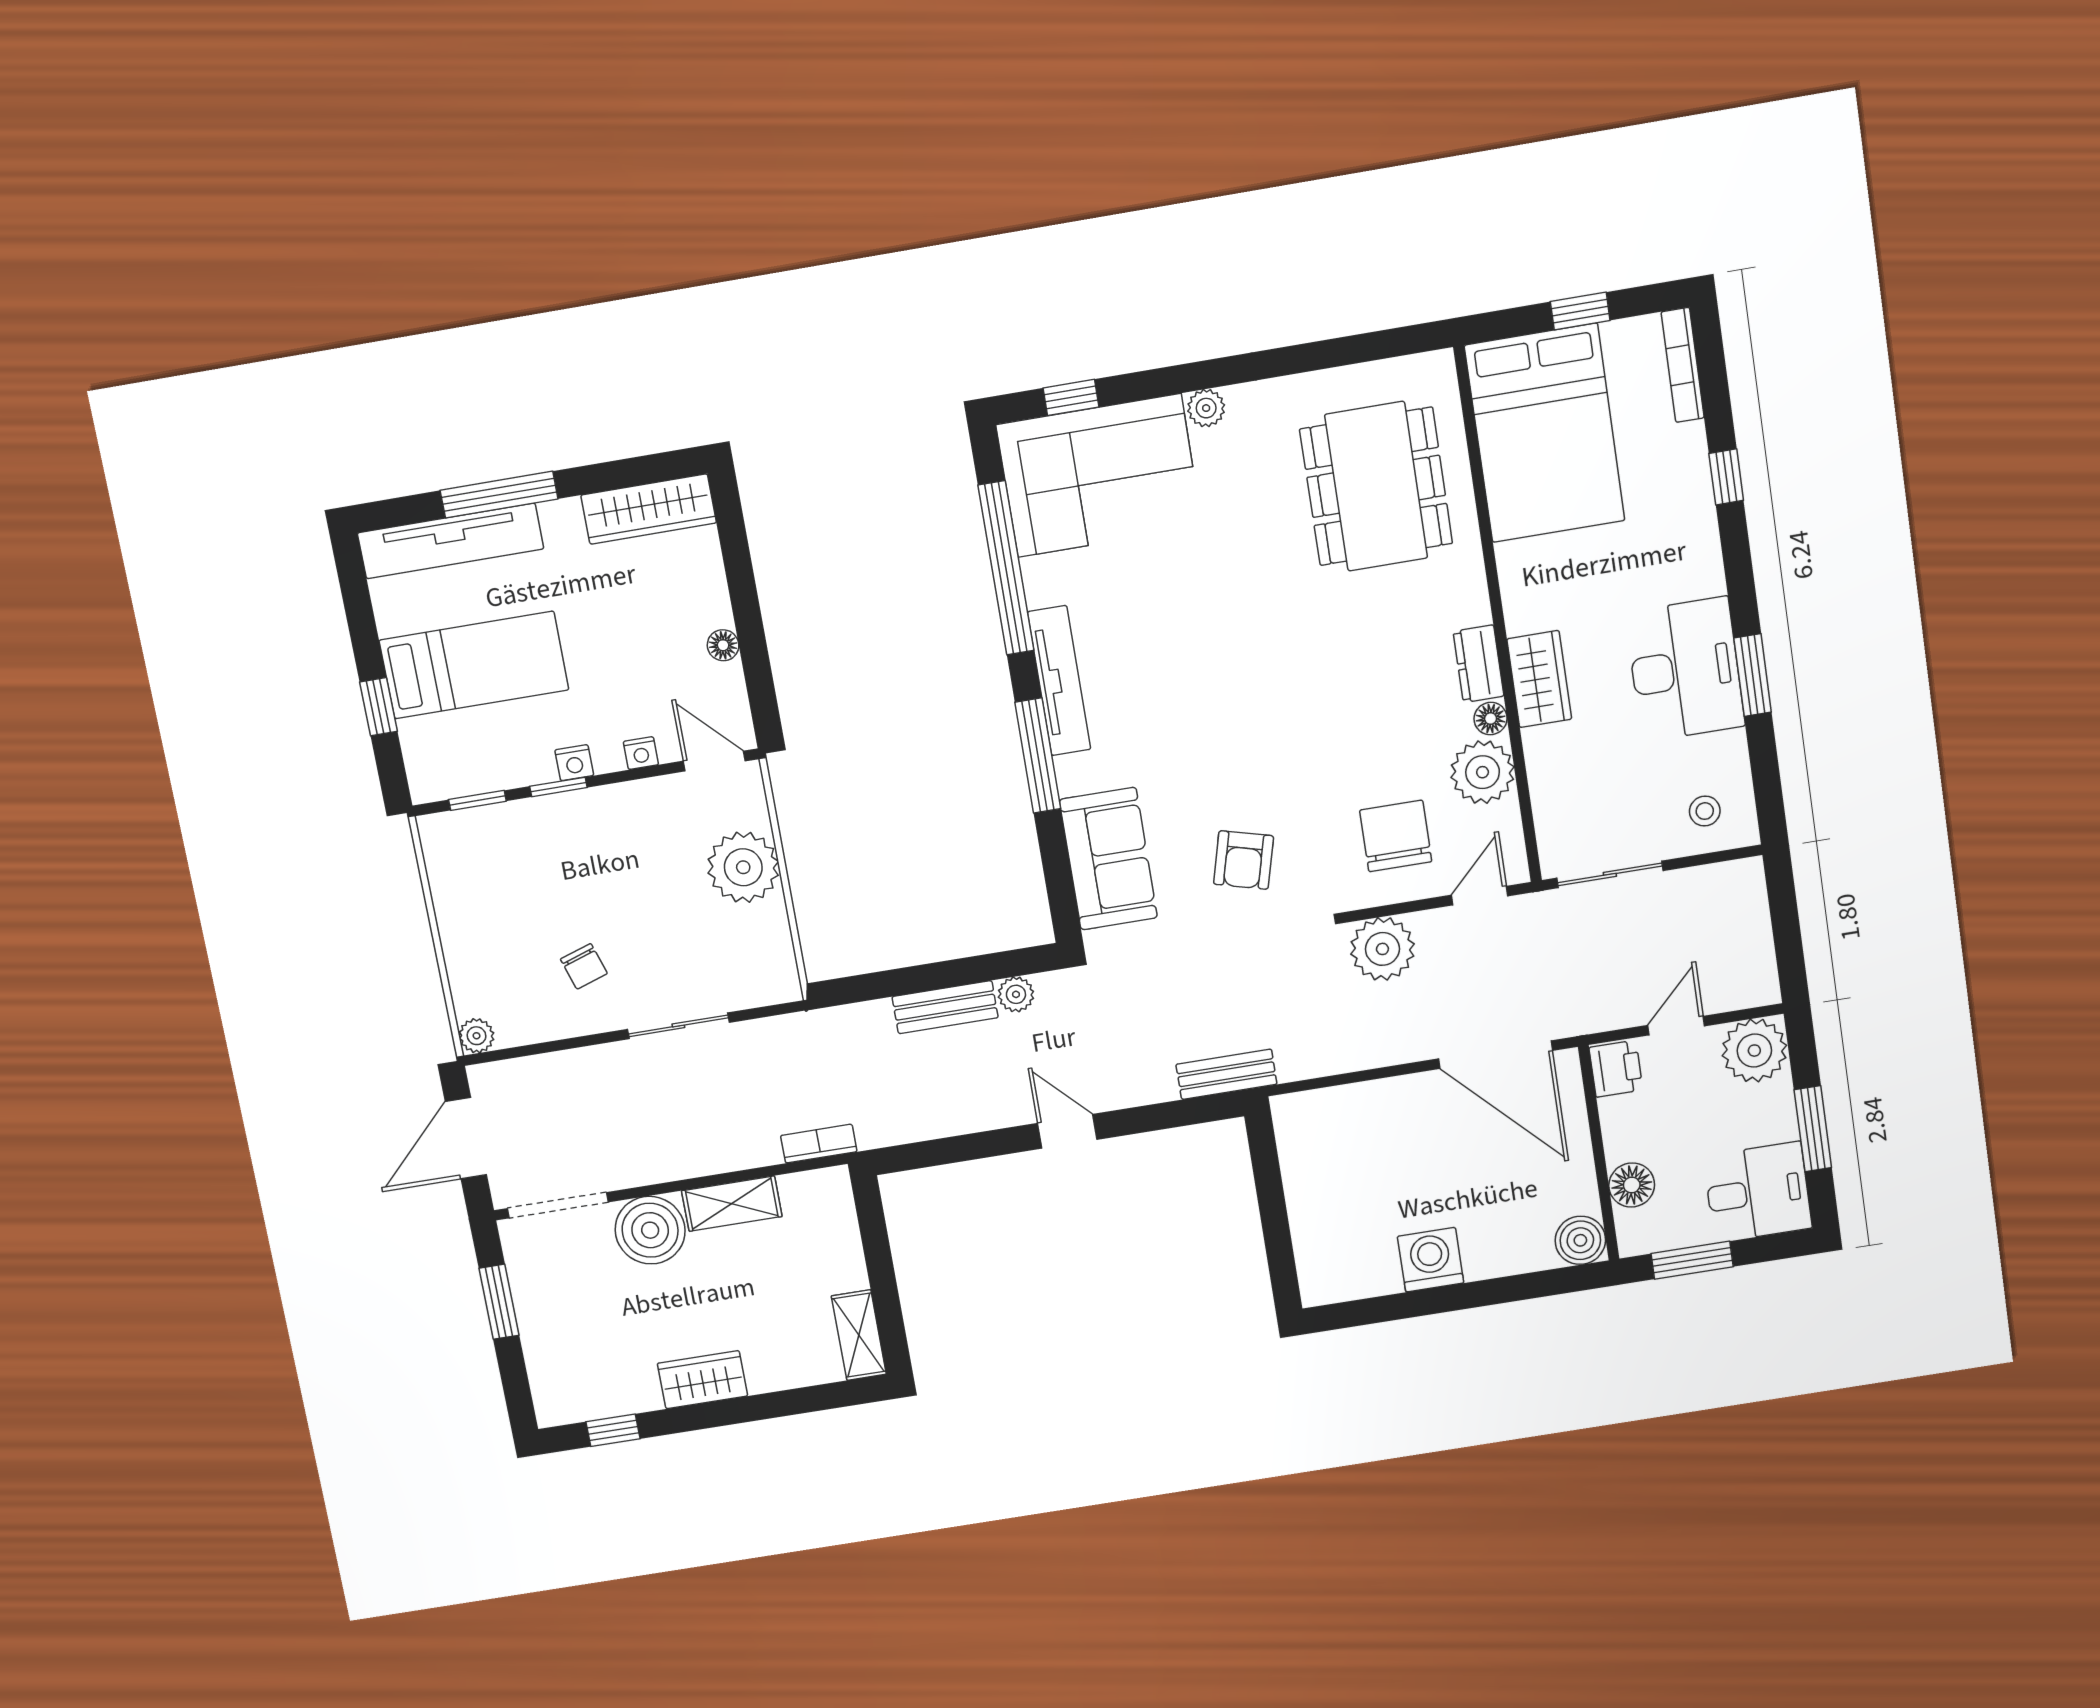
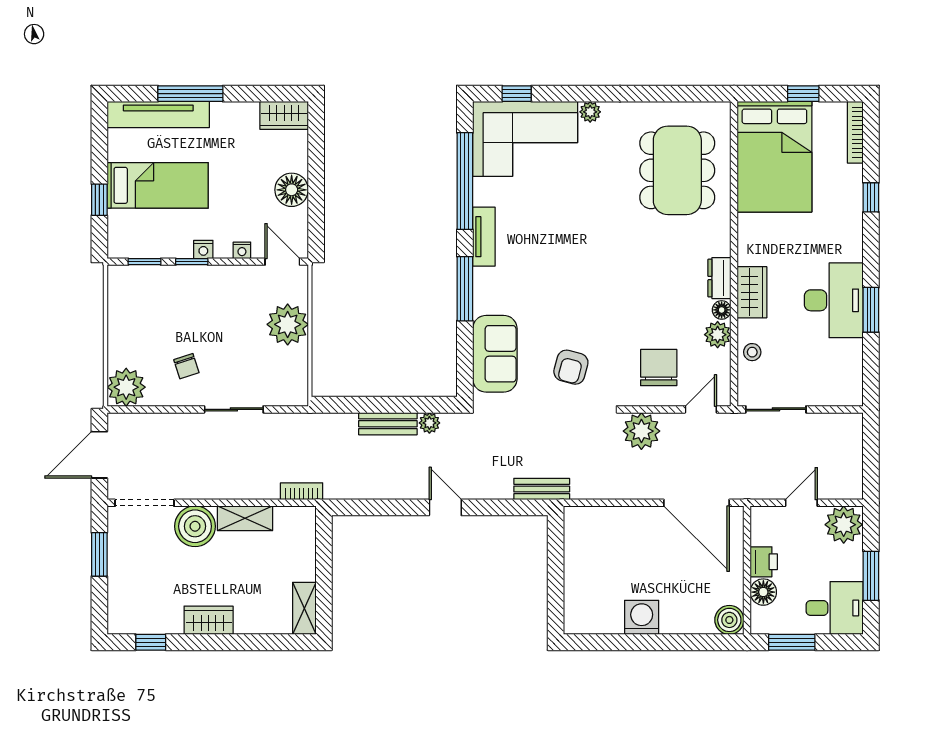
wardrobe: (649, 509) -> (284, 115), width x0.67
floor lamp: (723, 645) -> (292, 190), width x1.89, depth x1.89
tv unit: (1059, 681) -> (484, 237), width x0.71
plant: (1483, 772) -> (718, 335), width x0.73, depth x0.73
stool: (1705, 811) -> (752, 352), moved
plant: (477, 1036) -> (126, 387), width x1.87, depth x1.87
printer: (1616, 1069) -> (764, 562), moved

